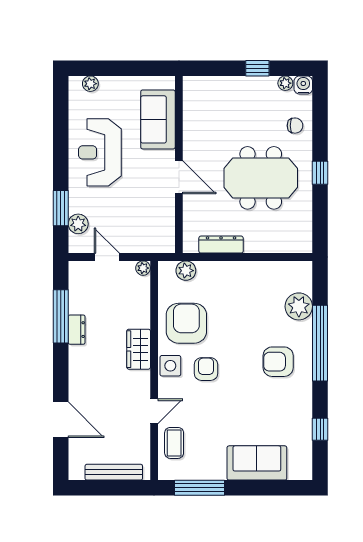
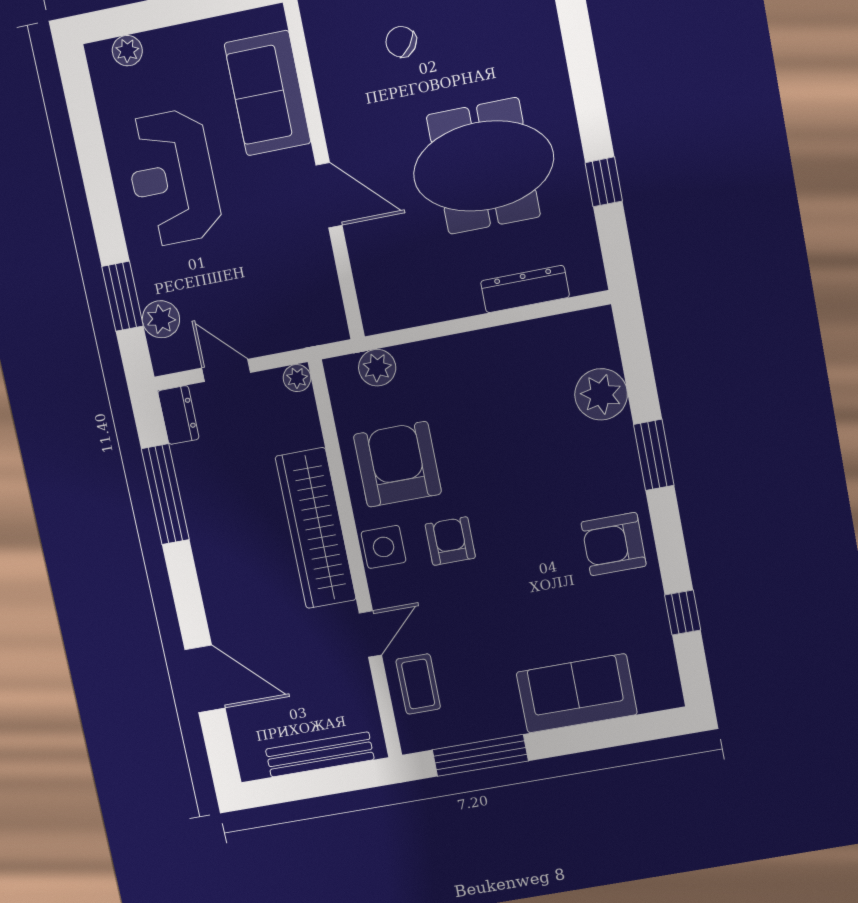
chair: (295, 126) -> (401, 42), moved, turned -143
window: (320, 173) -> (604, 182), moved
dresser: (221, 245) -> (525, 289), moved
dresser: (77, 330) -> (178, 415), moved
window: (320, 343) -> (654, 455), width x0.47
wardrobe: (139, 349) -> (316, 528), width x2.10, depth x1.17
armchair: (278, 362) -> (614, 544), moved

